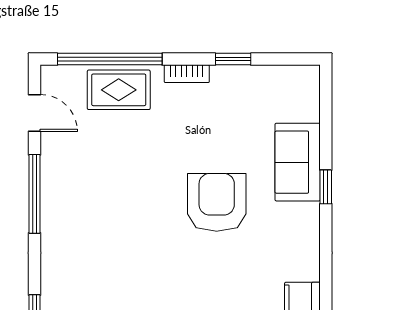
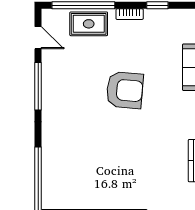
armchair: (217, 202) -> (125, 90), moved, turned 95

